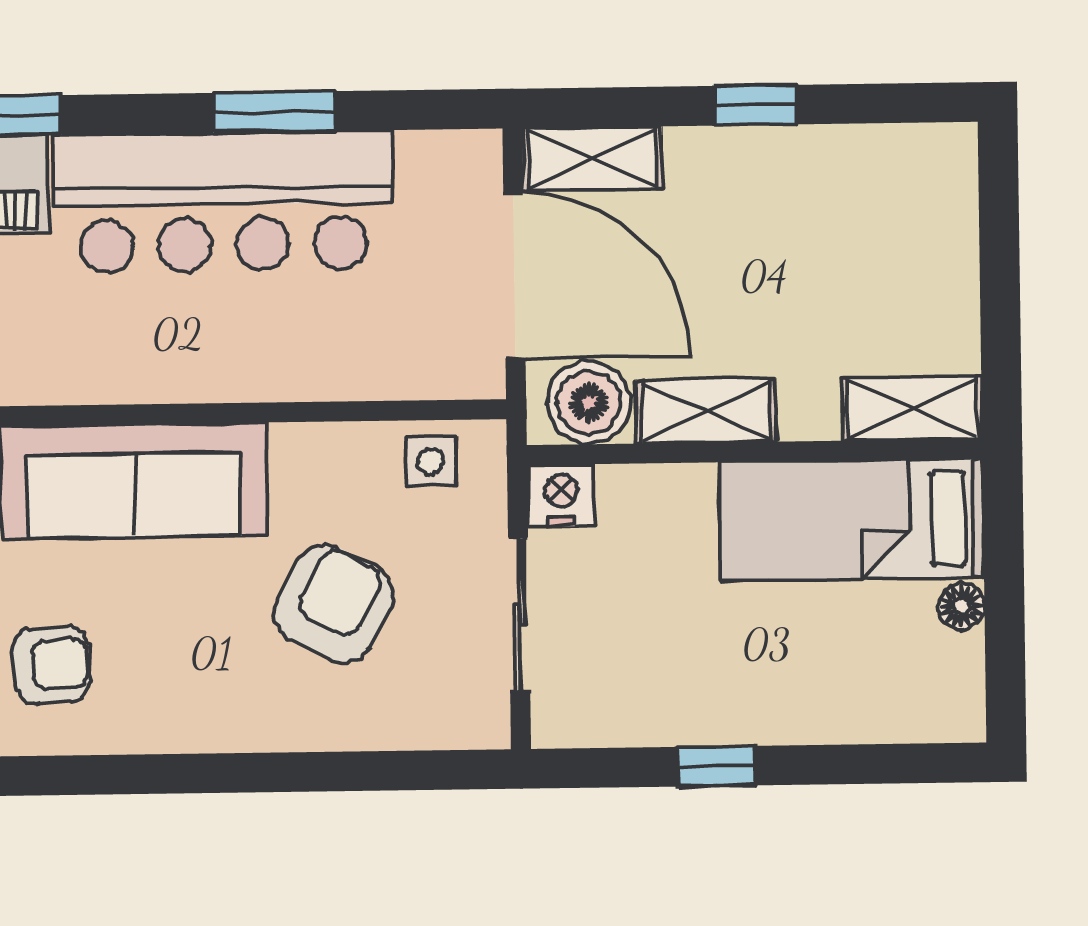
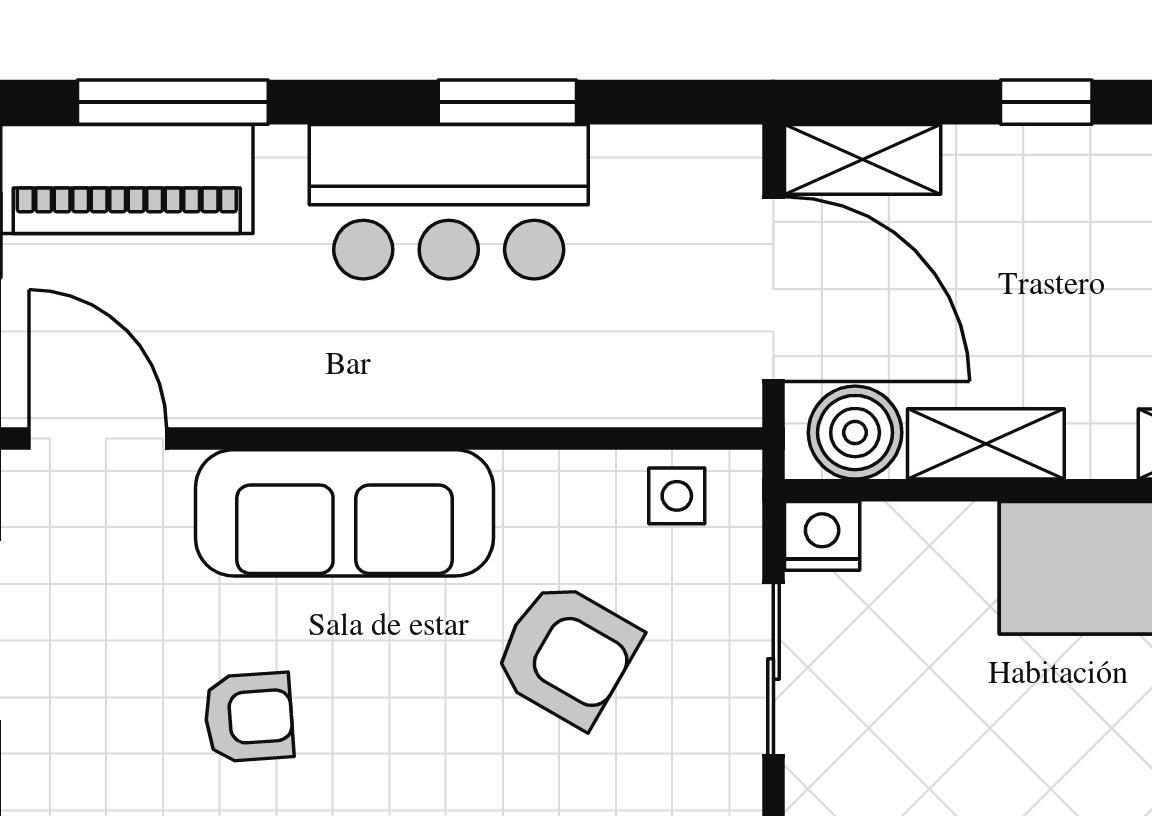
bar counter: (223, 202) -> (449, 202), width x0.73
armchair: (334, 604) -> (567, 654), turned 91

